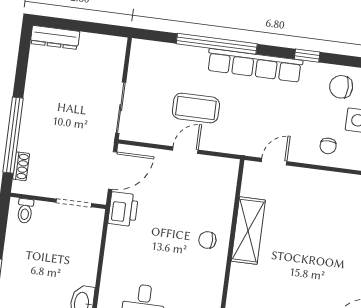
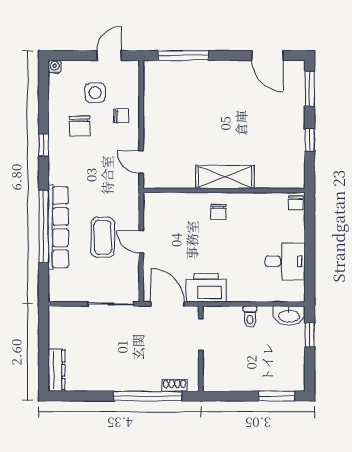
row of seats: (255, 65) -> (58, 227), moved
chair: (341, 87) -> (80, 126), moved
printer: (123, 209) -> (206, 288), width x1.37, depth x1.19
toilet: (25, 211) -> (250, 317), moved, turned 90
shelving: (248, 231) -> (225, 177), moved

